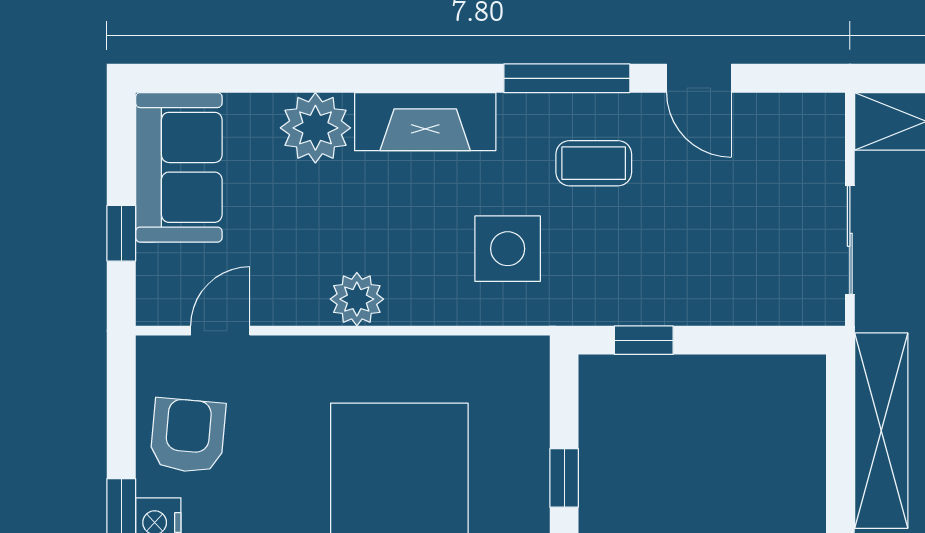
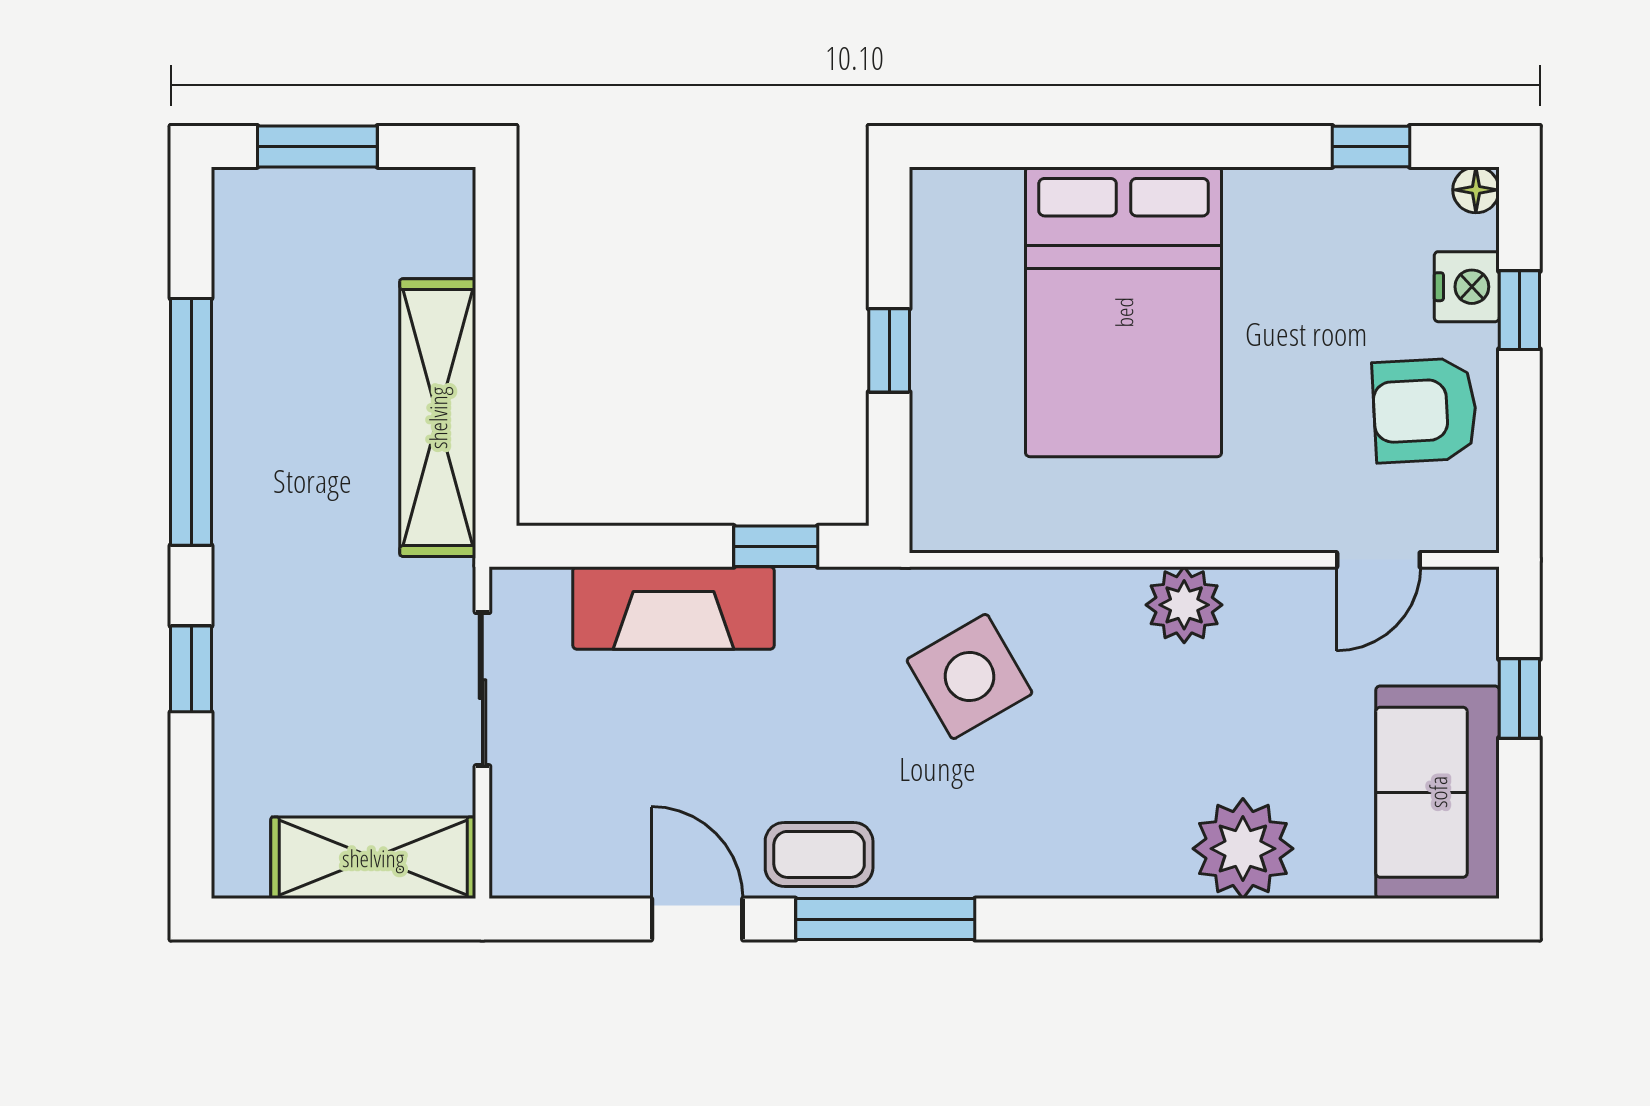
fireplace: (425, 122) -> (674, 608), moved, turned 180
coffee table: (594, 163) -> (819, 854), moved
side table: (508, 249) -> (969, 676), turned -30
armchair: (188, 436) -> (1425, 410), turned 82

